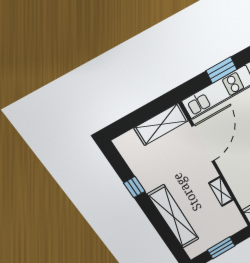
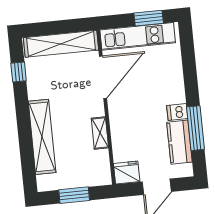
shelving: (161, 124) -> (61, 44), width x1.47
window: (134, 187) -> (19, 72), moved

